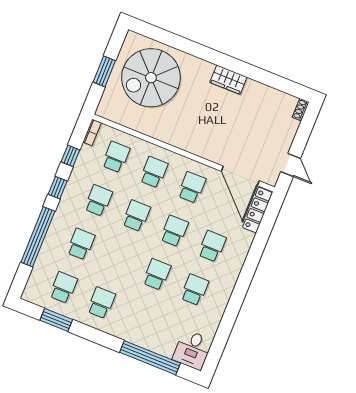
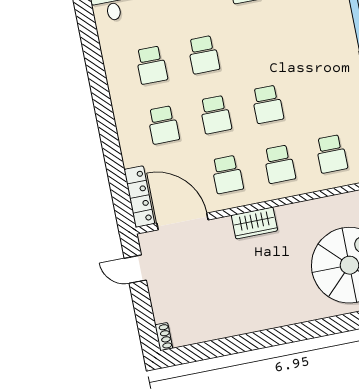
wardrobe: (228, 80) -> (254, 223), moved, turned 180
school desk: (98, 200) -> (320, 94), removed
school desk: (81, 244) -> (308, 34), removed

